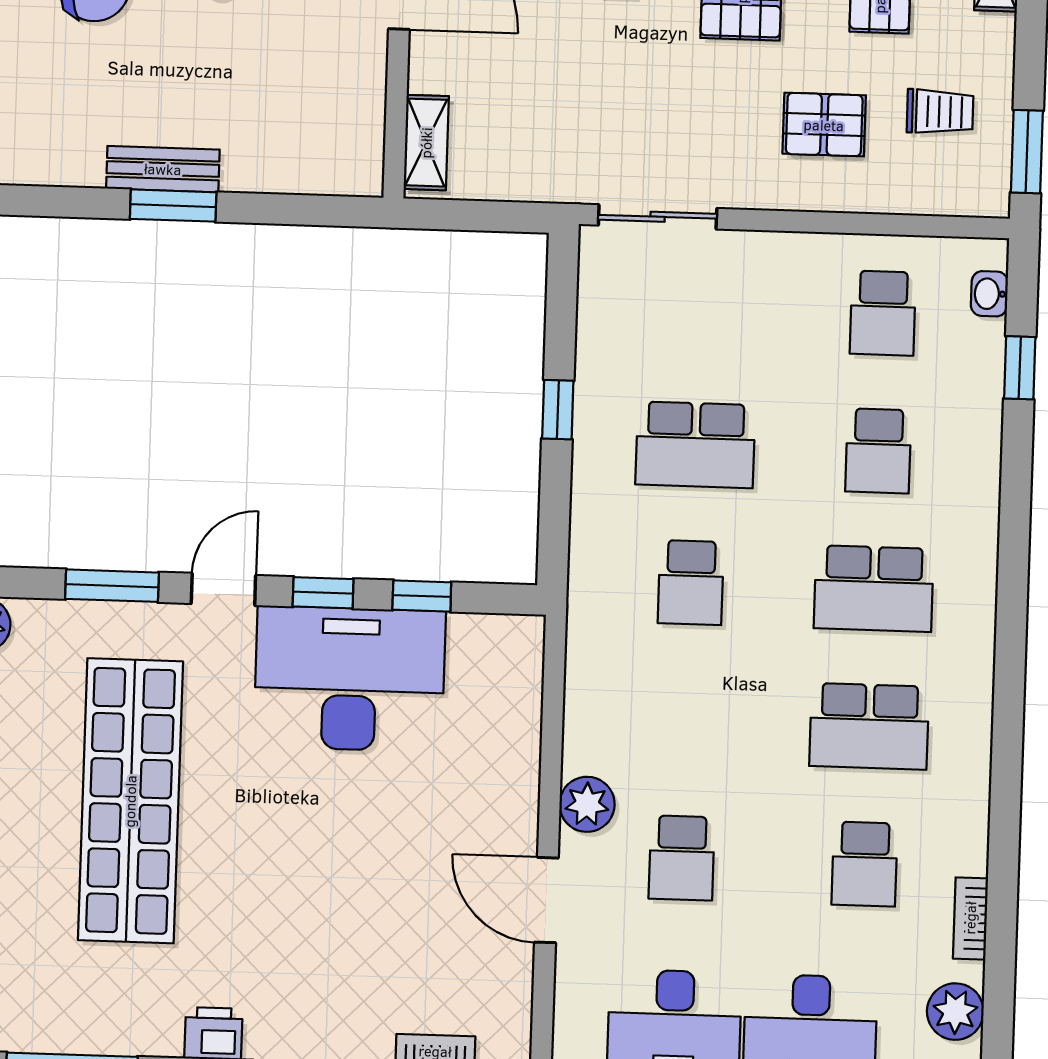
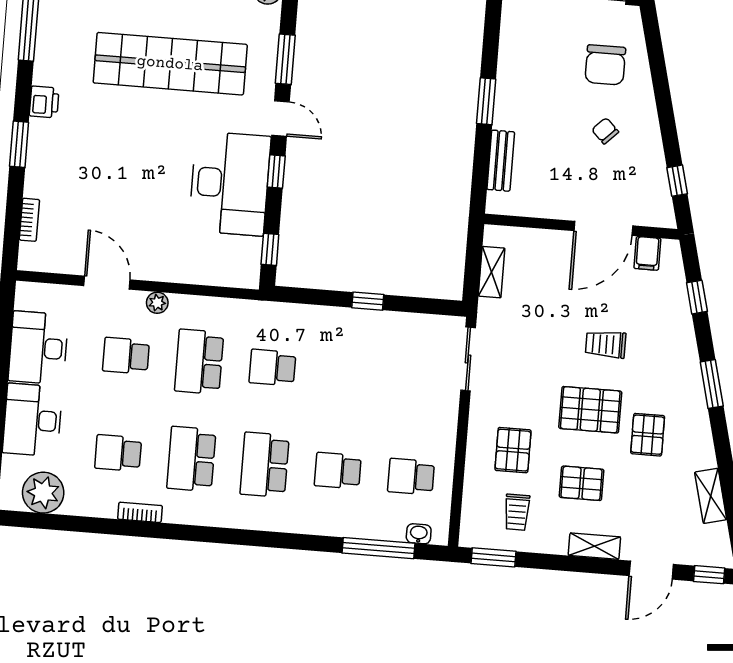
shelving: (426, 143) -> (492, 272), moved, turned 90
bench: (163, 169) -> (501, 161), moved
window: (1020, 368) -> (379, 548), width x2.17
school desk: (695, 445) -> (199, 362), moved
window: (422, 596) -> (270, 249), moved
plant: (587, 804) -> (157, 303), width x0.73, depth x0.73
door: (546, 900) -> (107, 283), hinge flipped
bookcase: (970, 918) -> (140, 512), moved
plant: (955, 1012) -> (43, 493), width x1.36, depth x1.36

